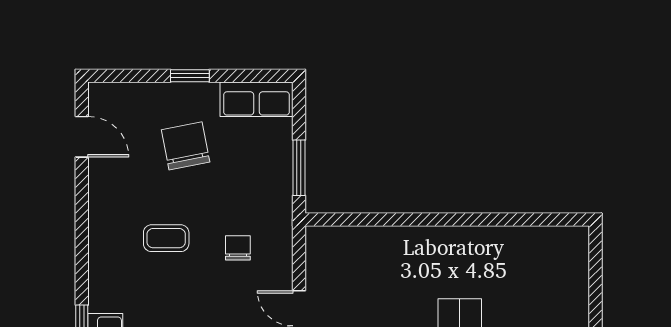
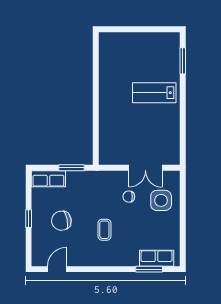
row of seats: (256, 99) -> (48, 179), moved, turned 90
chair: (238, 248) -> (129, 197), moved

